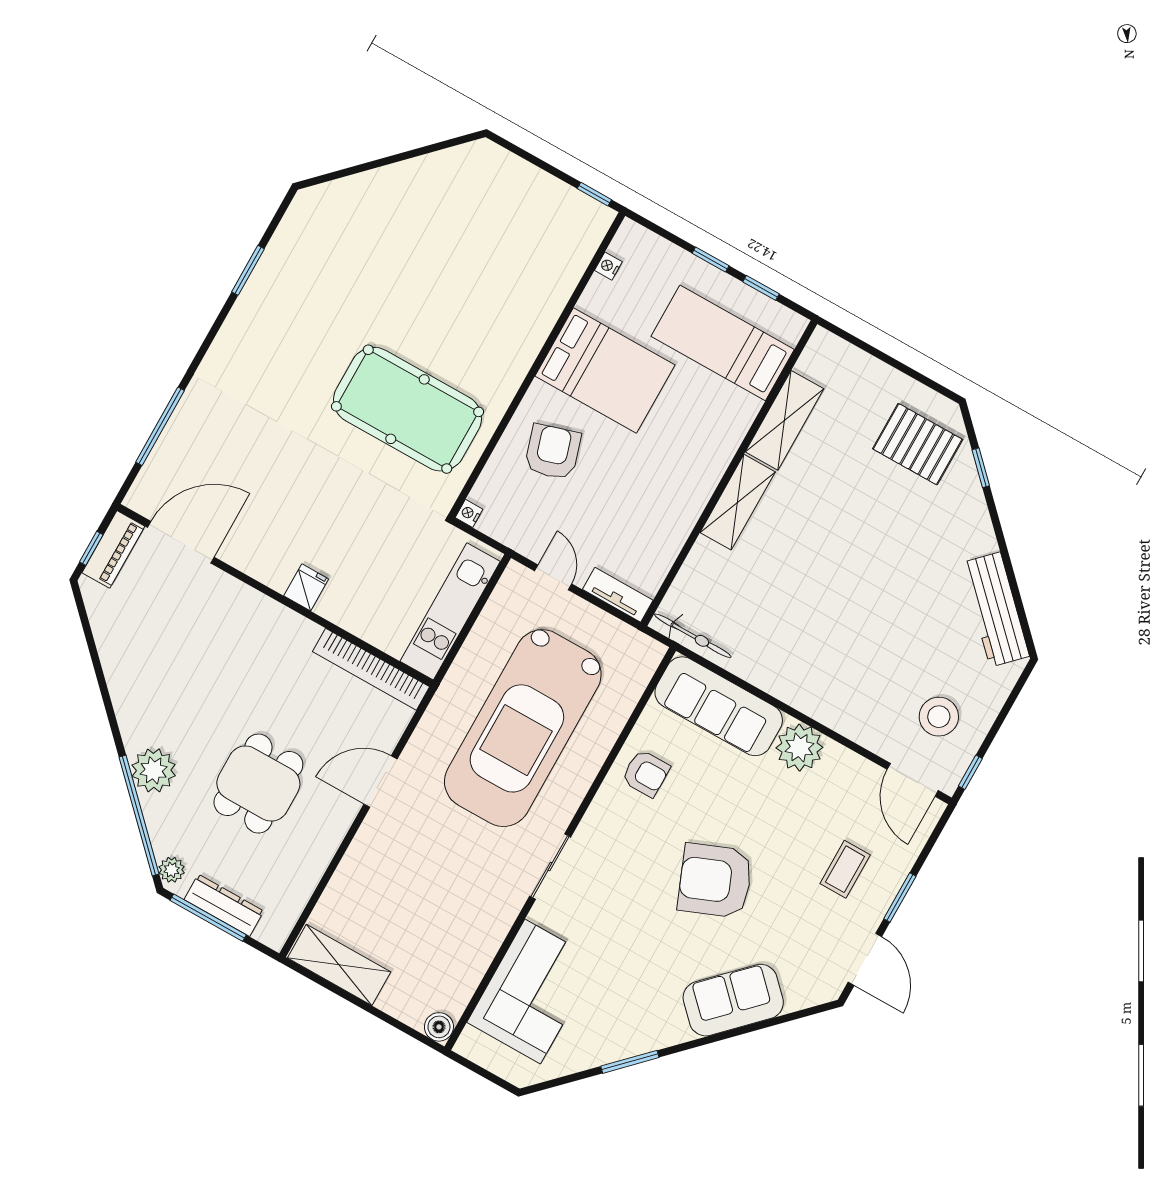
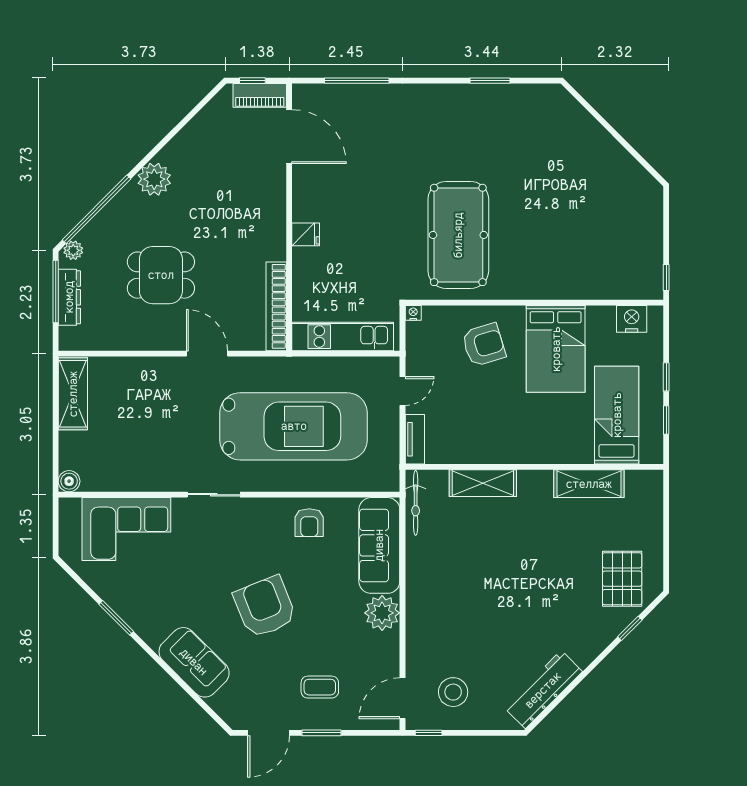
nightstand: (608, 266) -> (632, 319), width x1.89, depth x1.79
shelving: (738, 502) -> (483, 483), moved
car: (523, 728) -> (294, 426), turned 180
plant: (154, 770) -> (154, 179), moved

